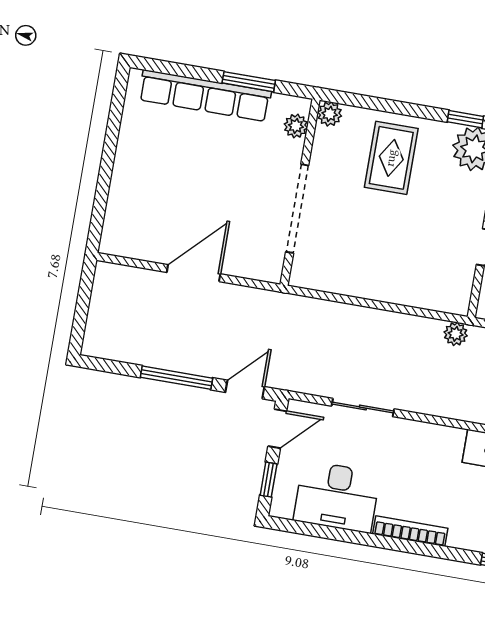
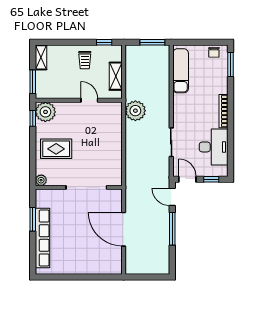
plant: (296, 126) -> (49, 194), removed
door: (194, 273) -> (124, 229), width x1.36
plant: (456, 334) -> (135, 111), width x1.87, depth x1.87

